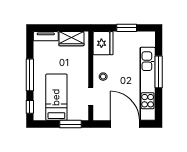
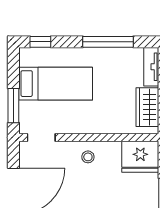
window: (30, 75) -> (108, 42), moved
doorway: (91, 96) -> (41, 137), moved

